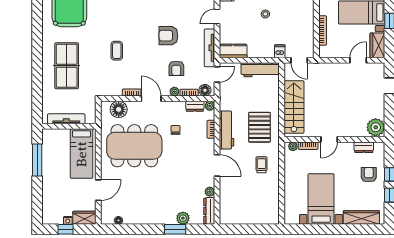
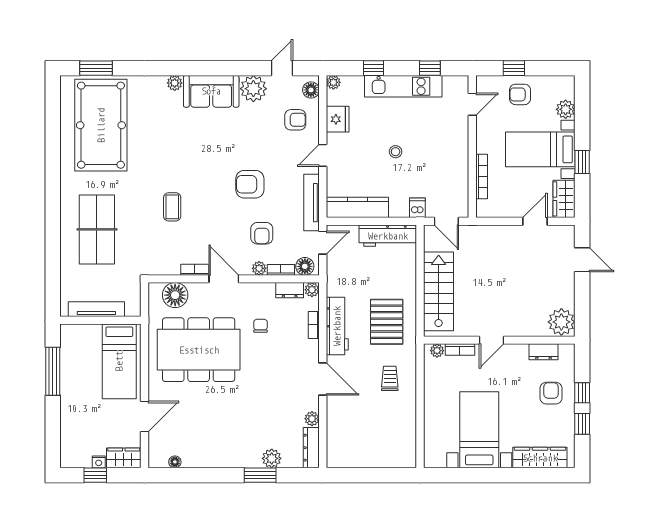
kitchen counter: (233, 51) -> (357, 207), width x1.50

